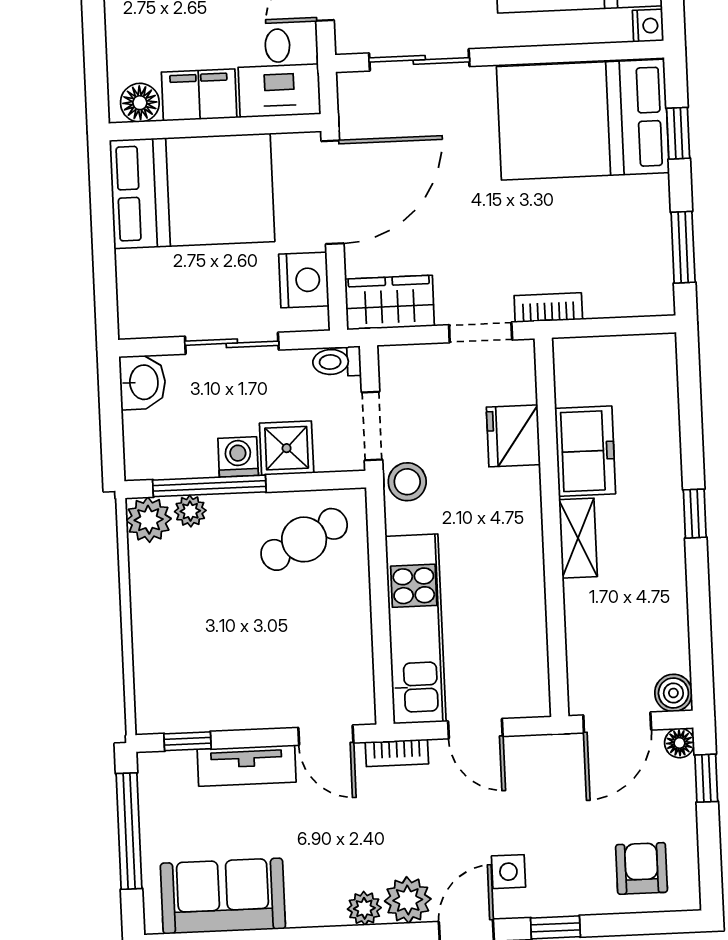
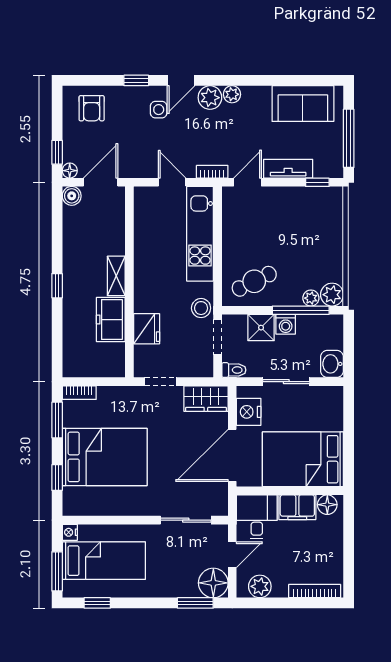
bed: (583, 120) -> (105, 457), moved
bookcase: (548, 308) -> (79, 393), moved
door: (326, 735) -> (248, 182), hinge flipped

